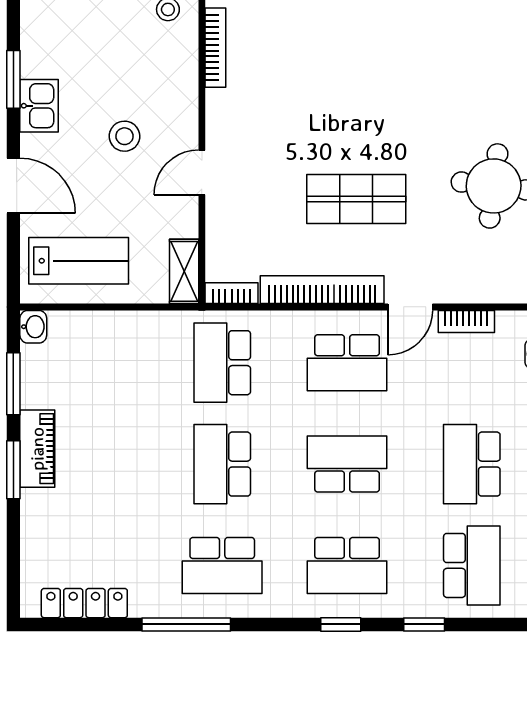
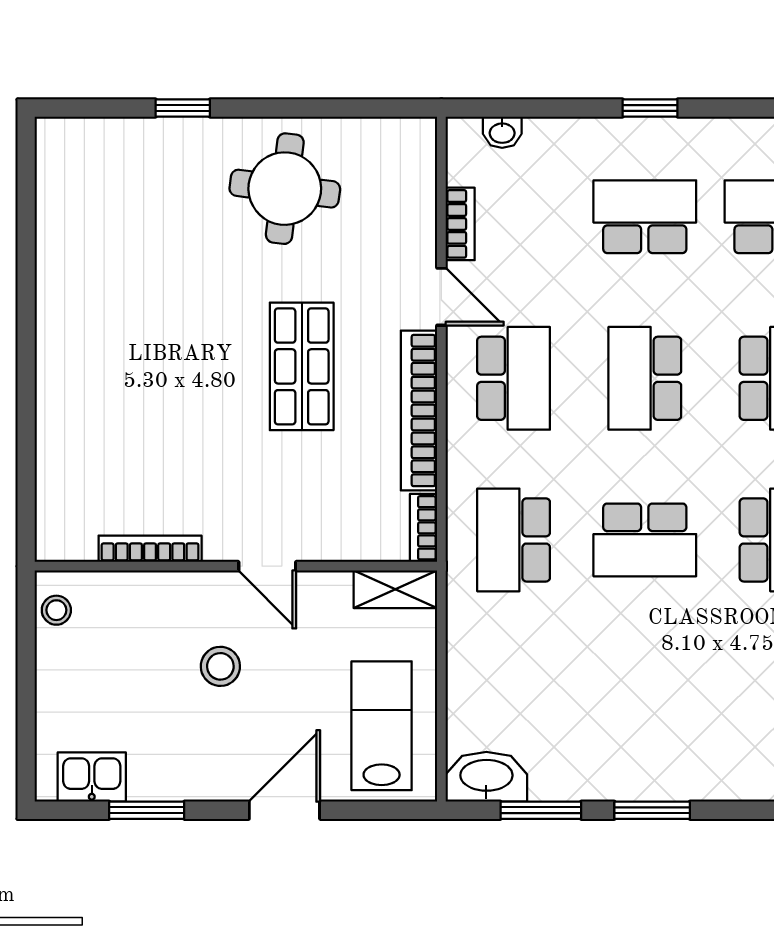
bookcase: (215, 48) -> (150, 549), moved
kitchen sink: (39, 106) -> (92, 777), moved
washbasin: (33, 327) -> (486, 777), width x1.91, depth x1.45
school desk: (222, 363) -> (514, 540), turned 90
piano: (37, 449) -> (625, 779), removed
school desk: (472, 464) -> (645, 217), turned 180

